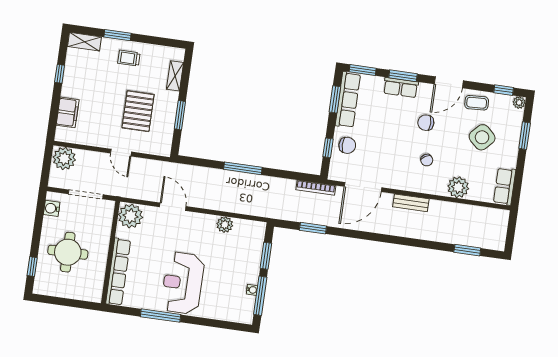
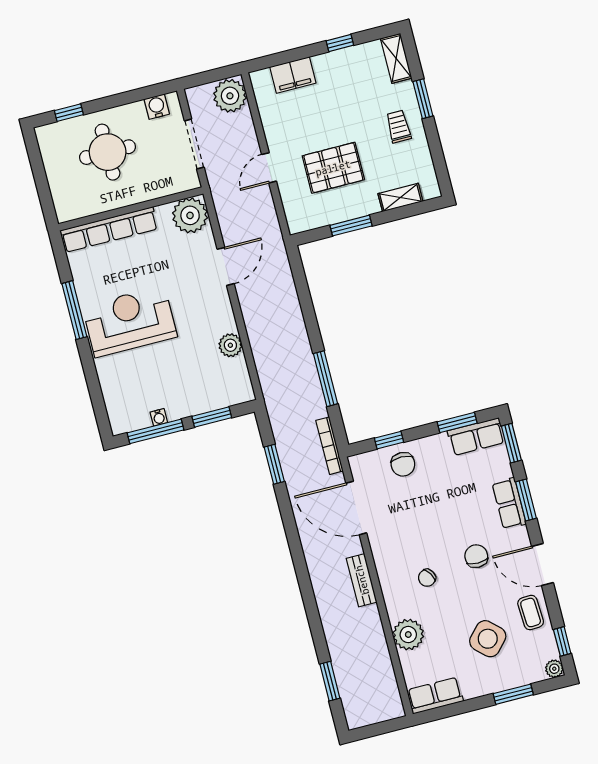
row of seats: (348, 100) -> (476, 437), width x0.68
window: (243, 168) -> (325, 379), moved

